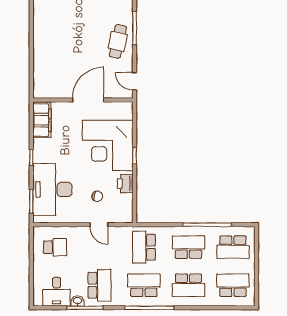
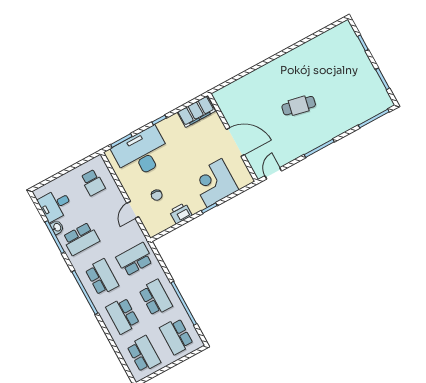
cafe table: (118, 41) -> (299, 106), moved
corner desk: (108, 145) -> (214, 183), width x0.74, depth x0.74

